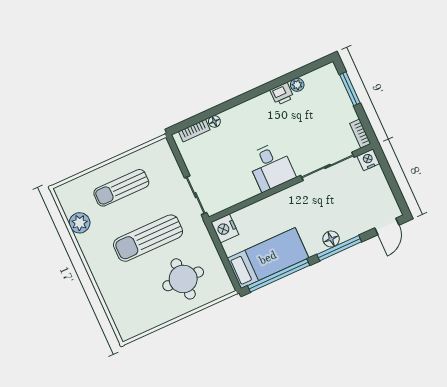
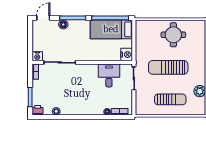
printer: (282, 94) -> (38, 110), moved
desk: (271, 167) -> (109, 75), moved
sun lounger: (148, 238) -> (168, 67), turned 180
floor lamp: (331, 239) -> (63, 24), moved
round table: (183, 279) -> (173, 35), moved

